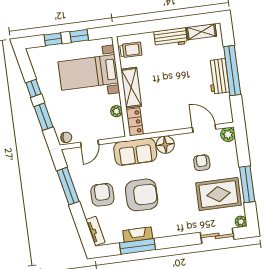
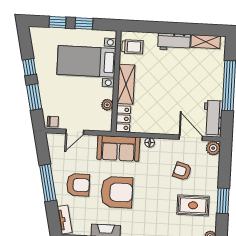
workbench: (219, 76) -> (213, 117), moved
floor lamp: (165, 145) -> (150, 143), width x0.53, depth x0.53
armchair: (202, 163) -> (182, 171), turned -74
window: (247, 184) -> (223, 201), width x0.69
window: (68, 186) -> (48, 183), moved
rug: (218, 194) -> (193, 205), width x0.73, depth x0.70
armchair: (102, 195) -> (78, 185), turned 90

